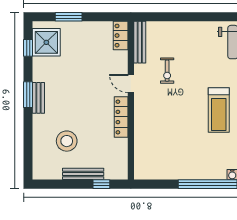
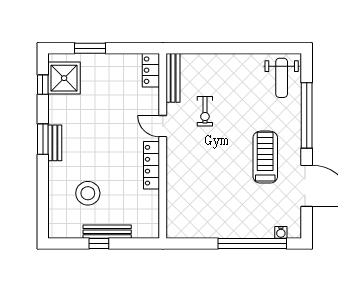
treadmill: (219, 110) -> (265, 157), turned 180
window: (101, 184) -> (99, 244), moved

